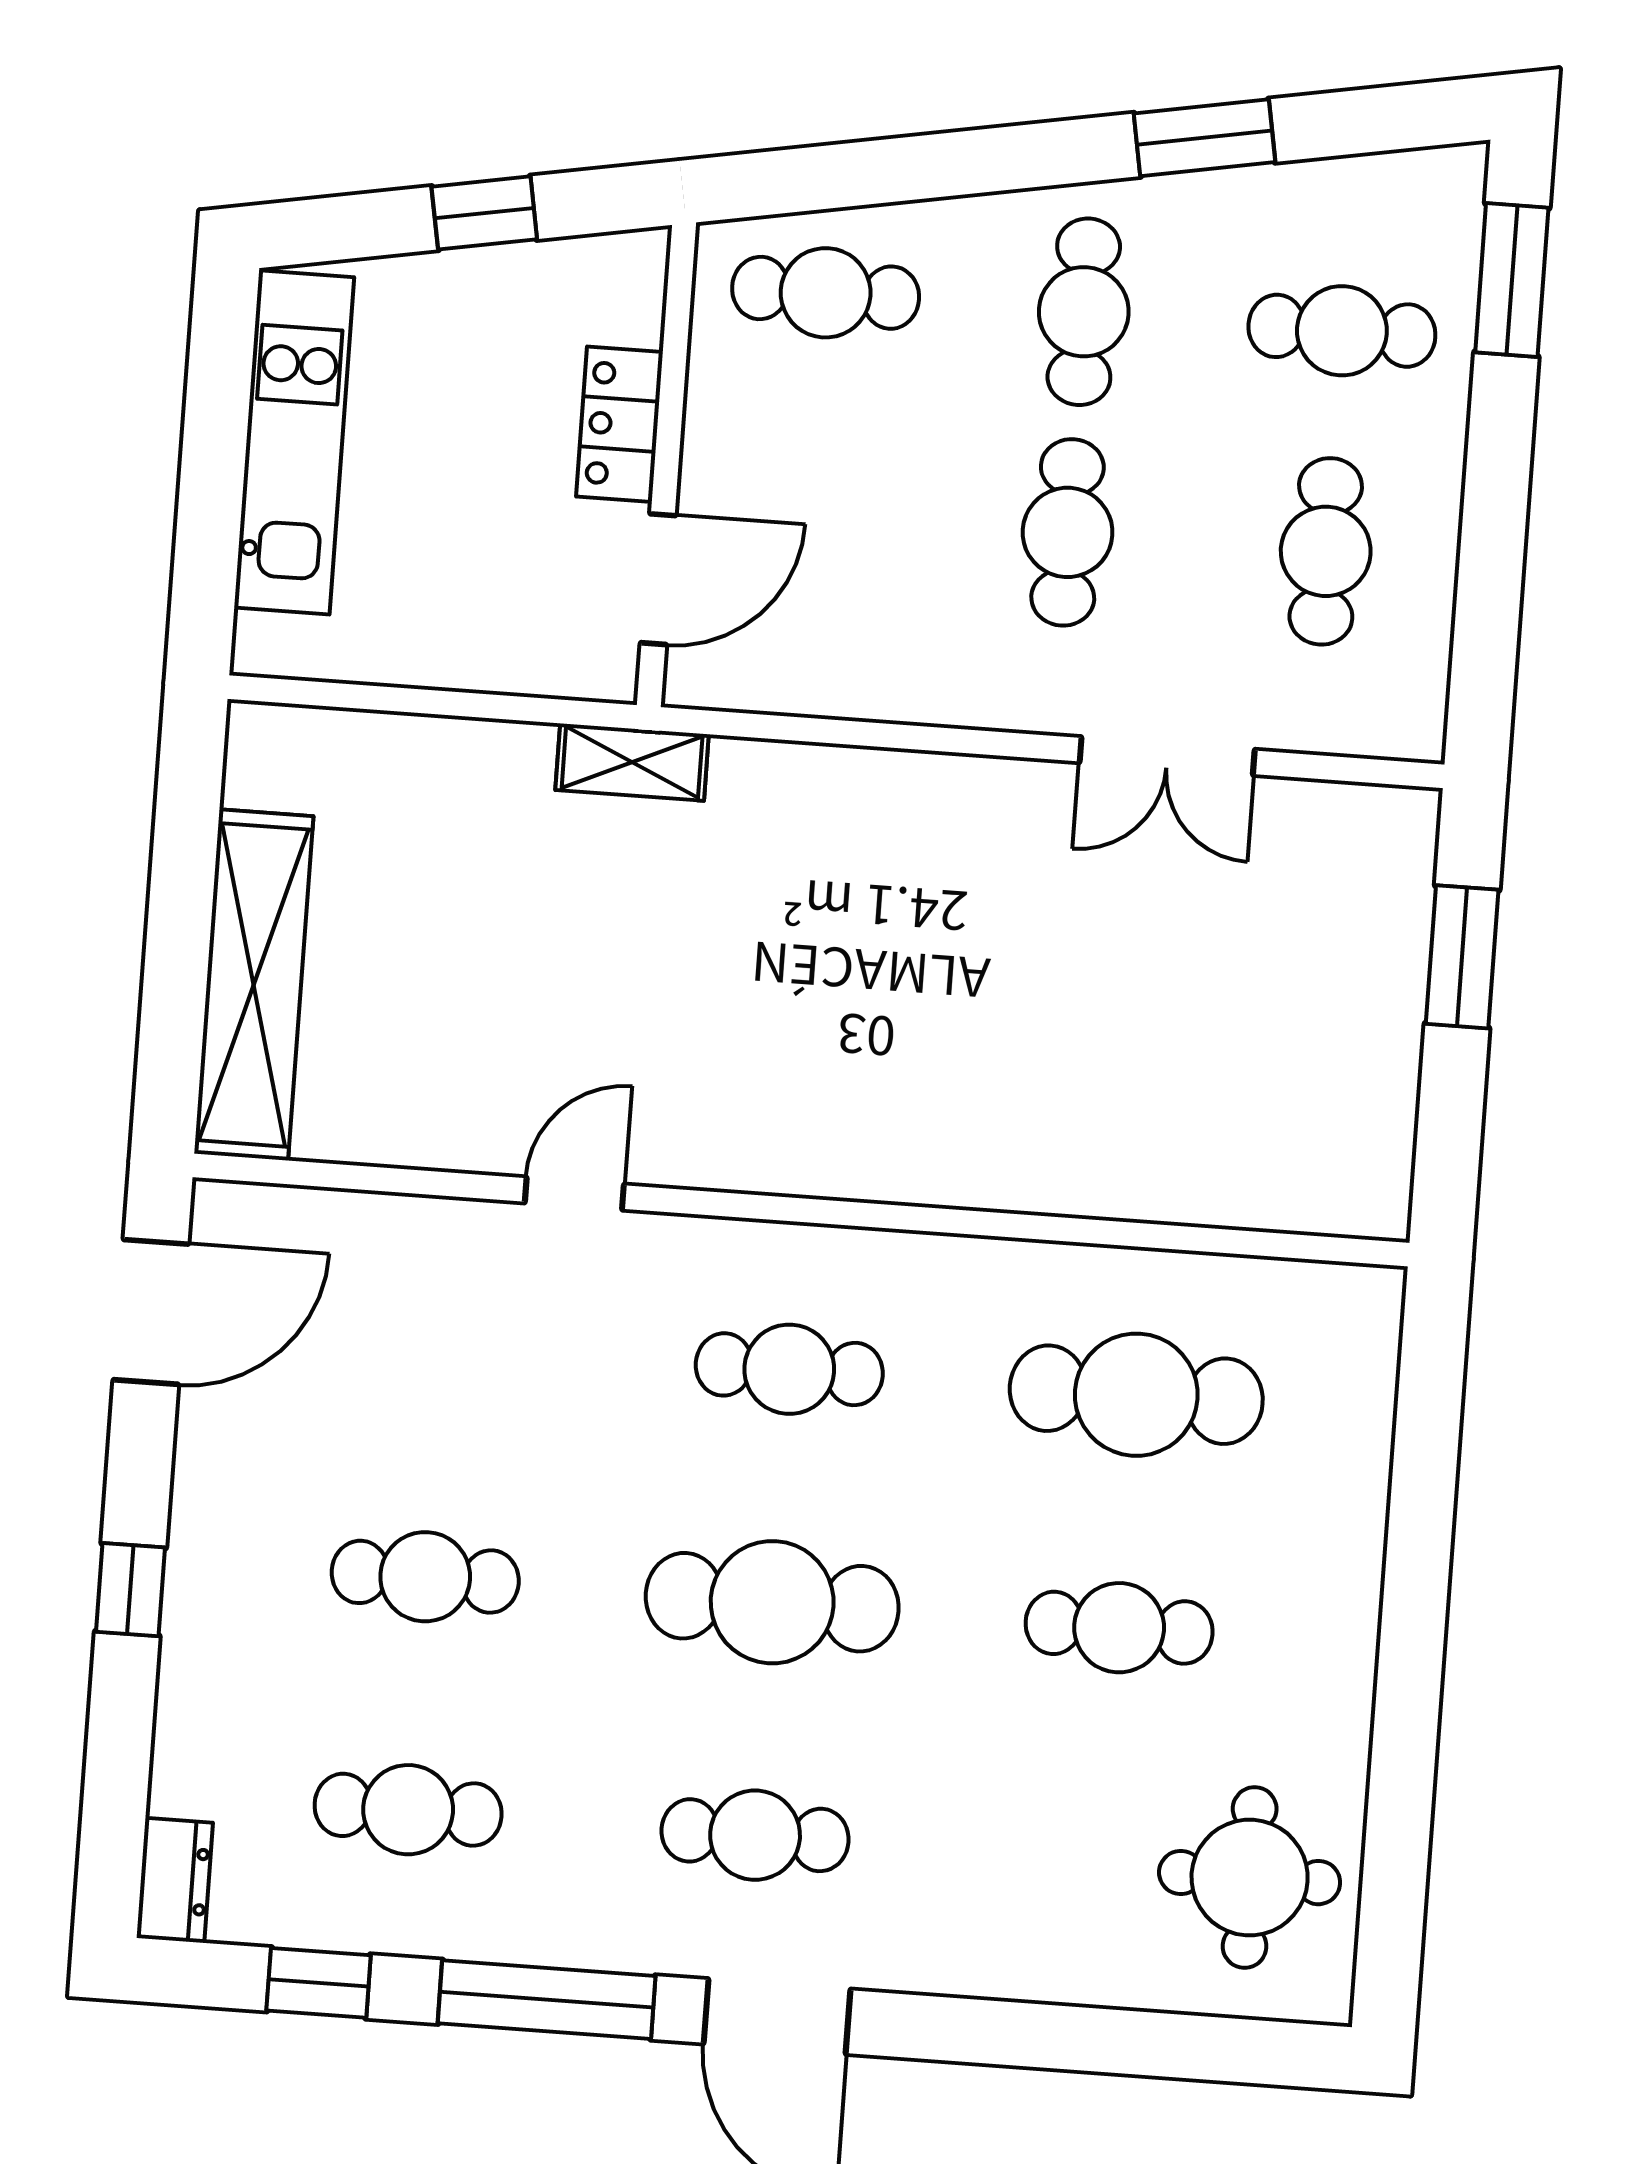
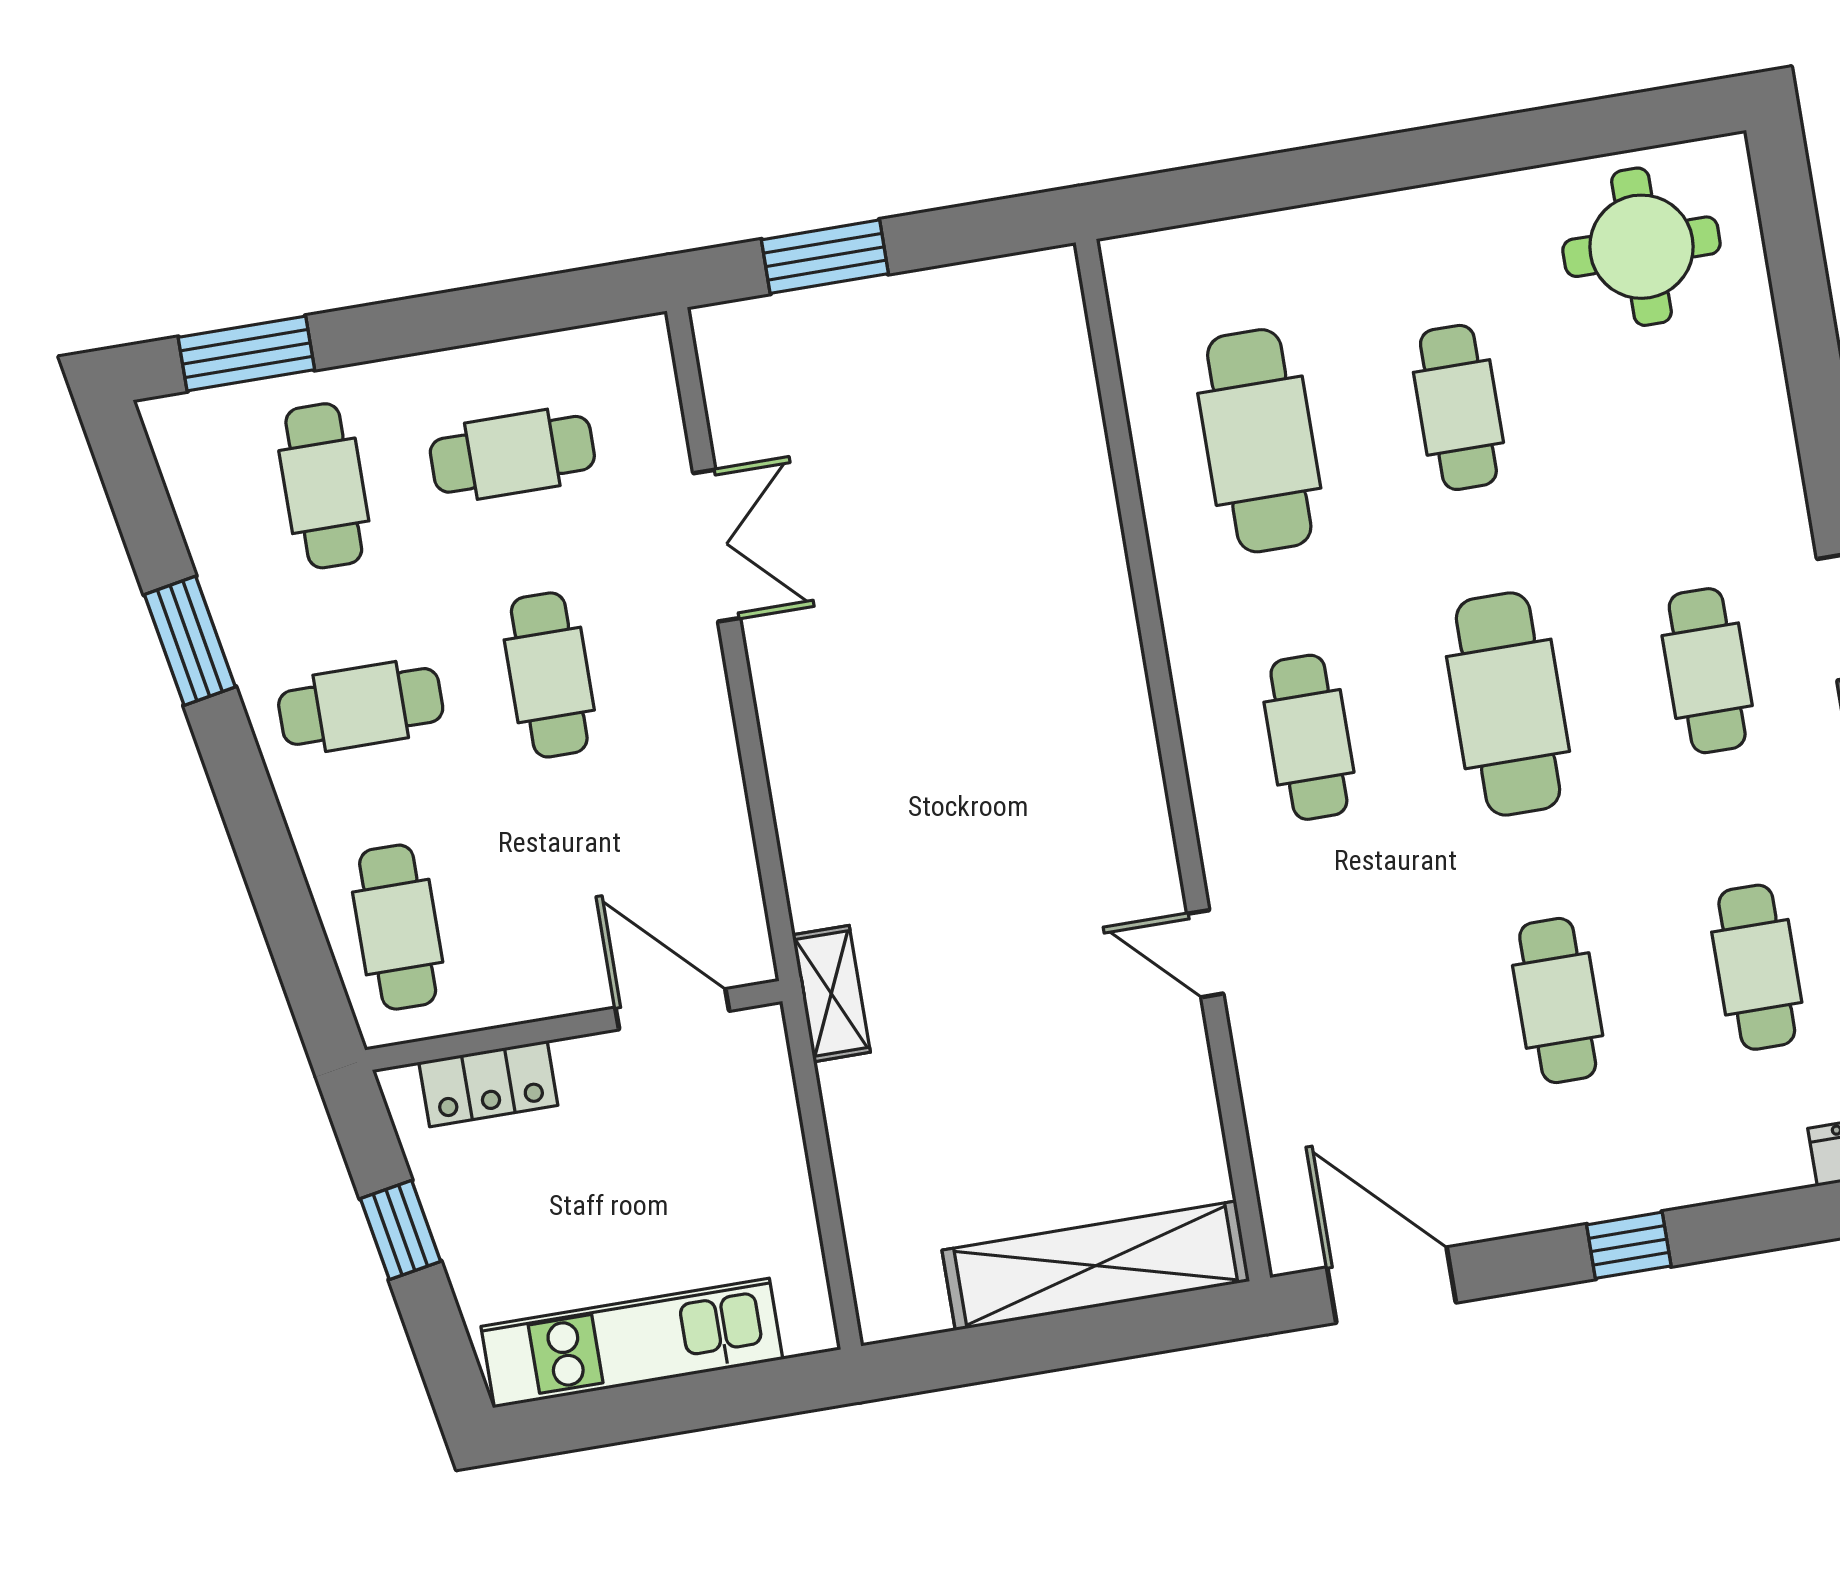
locker: (619, 424) -> (488, 1084), moved
cafe table: (1068, 532) -> (549, 675), turned 90

